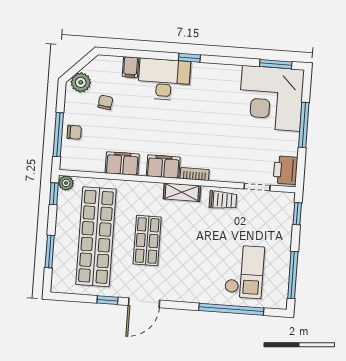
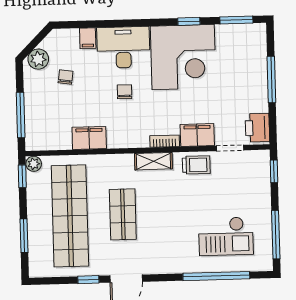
window: (189, 58) -> (189, 21), moved
corner desk: (271, 98) -> (183, 57), moved, turned -90
chair: (74, 132) -> (125, 92), moved, turned -90
filing cabinet: (163, 167) -> (197, 135), moved
checkout: (245, 272) -> (226, 236), turned 90

